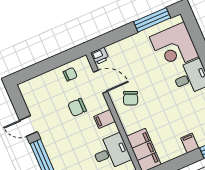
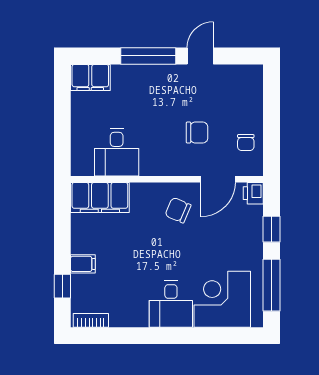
window: (117, 35) -> (271, 229), added
chair: (77, 107) -> (197, 133), turned 90
filing cabinet: (105, 119) -> (165, 163), removed

